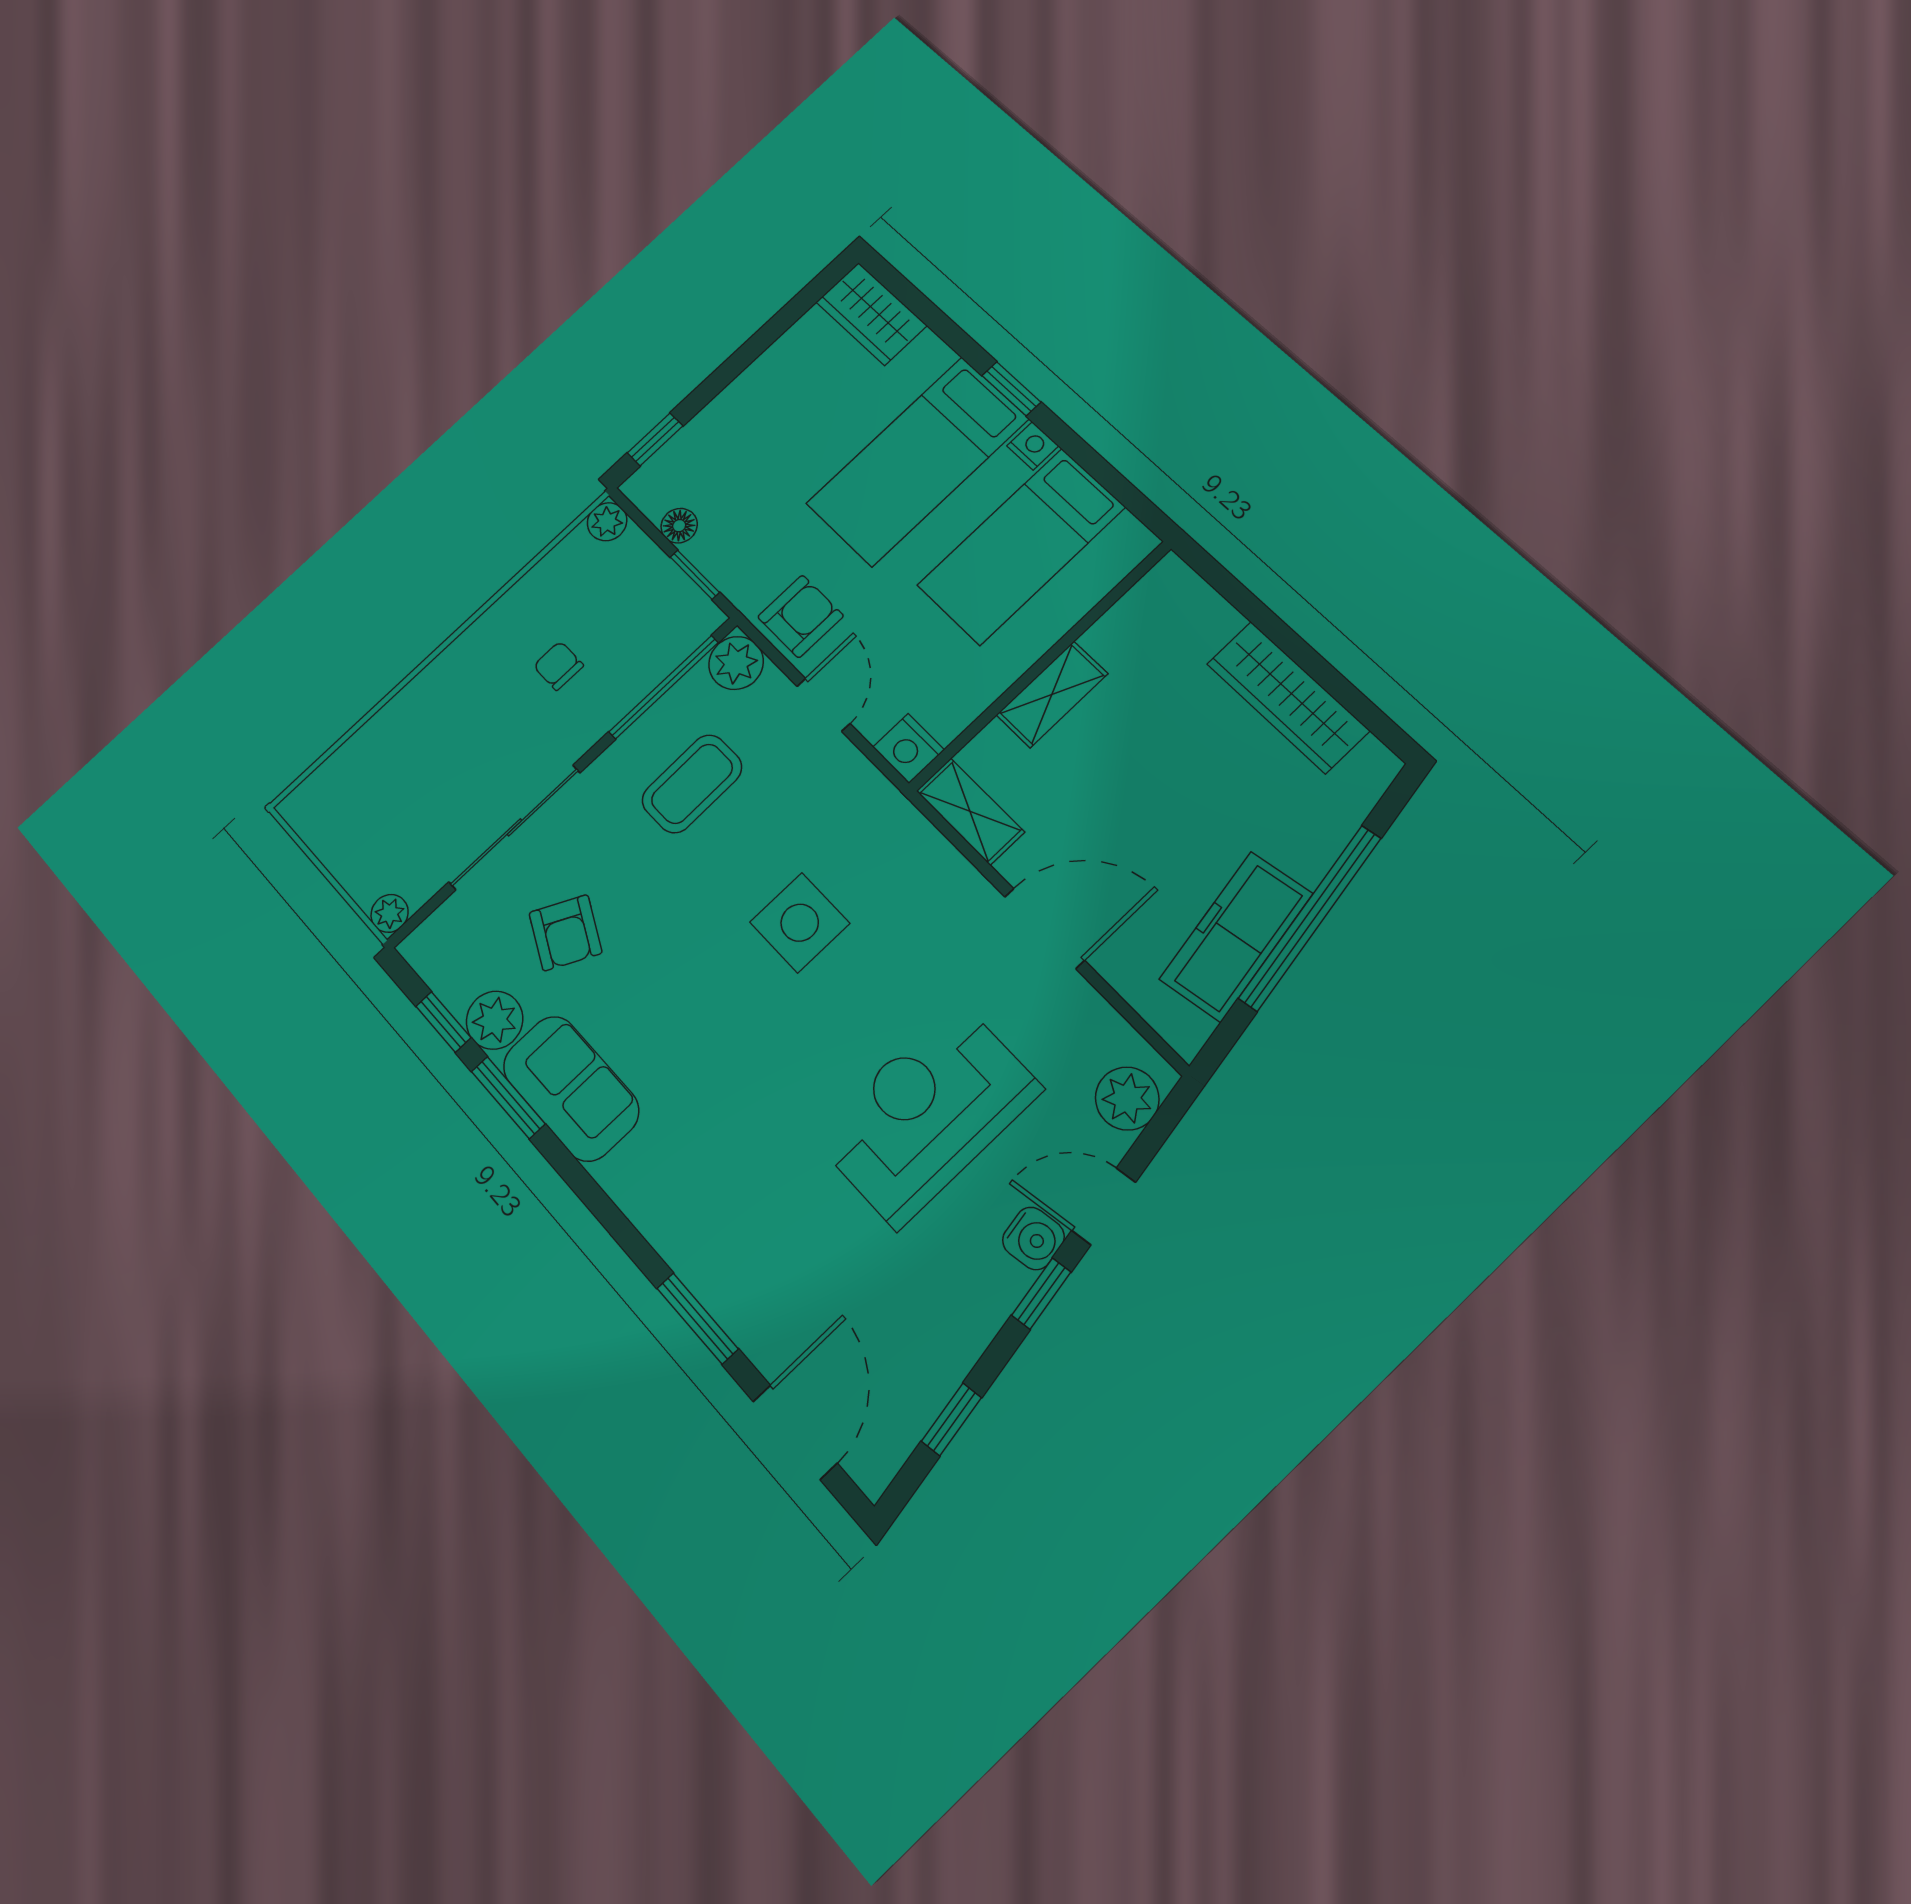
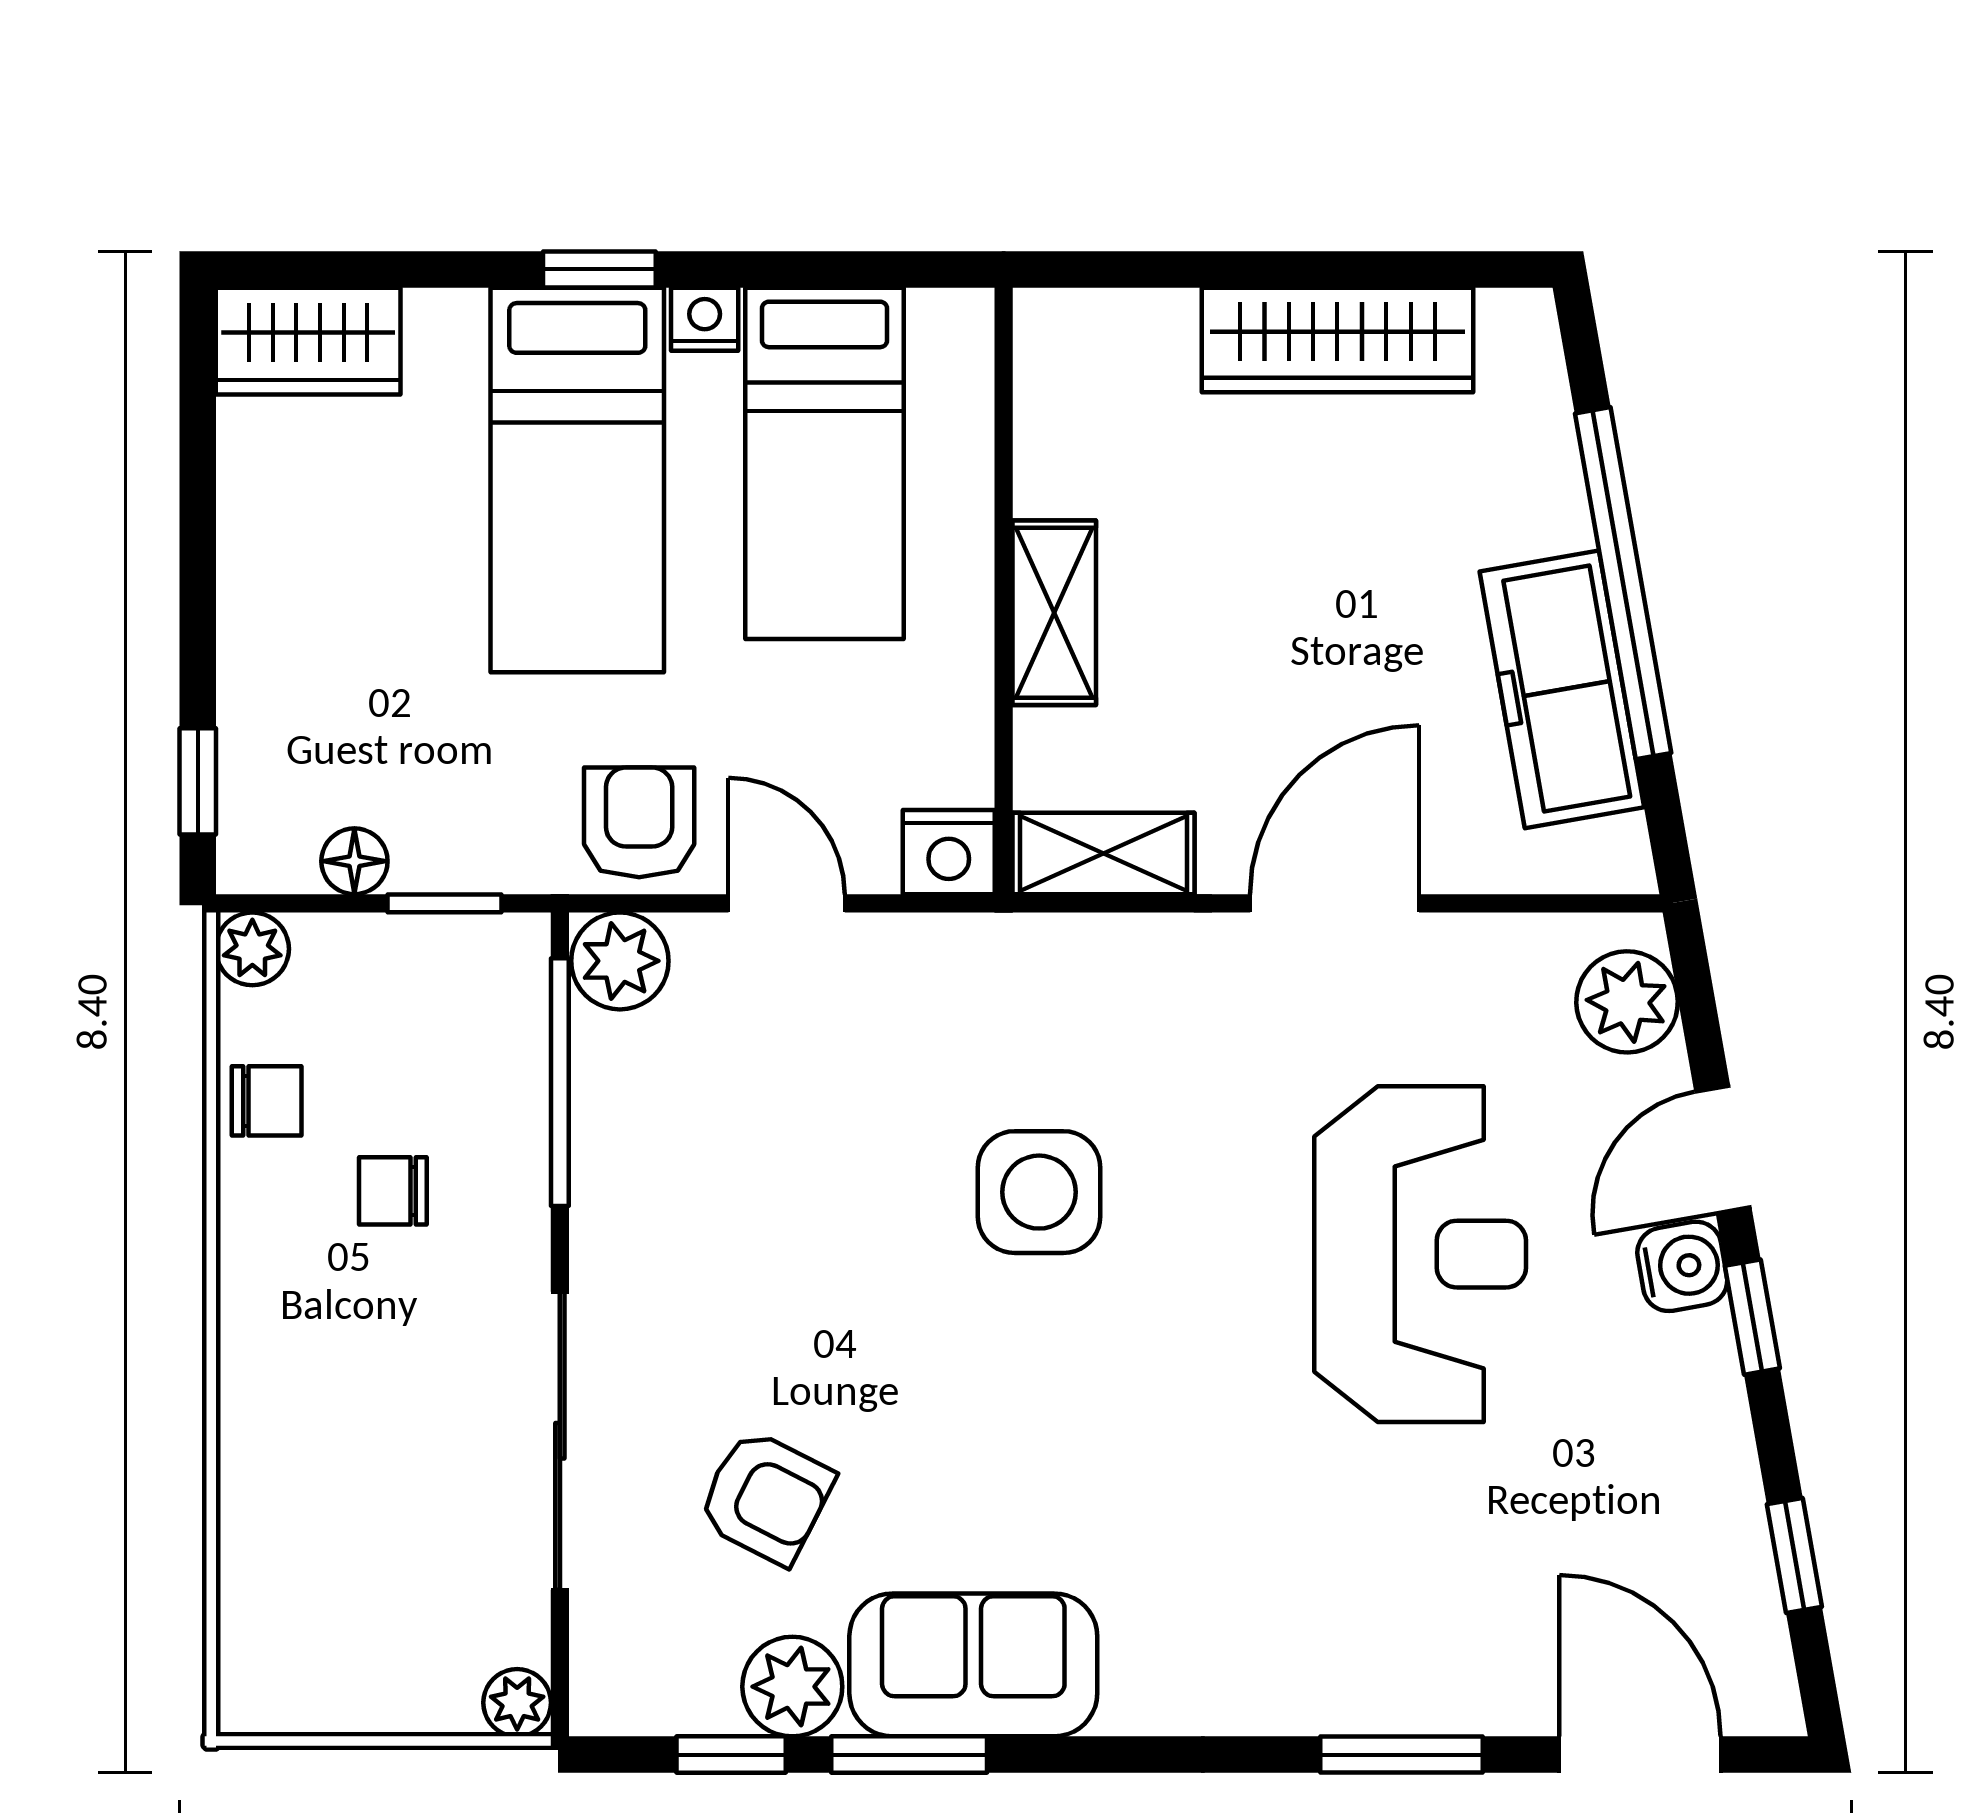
chair: (550, 584) -> (267, 1101), added
coffee table: (692, 784) -> (727, 1163), removed
reception desk: (927, 1113) -> (1420, 1254), turned 180

